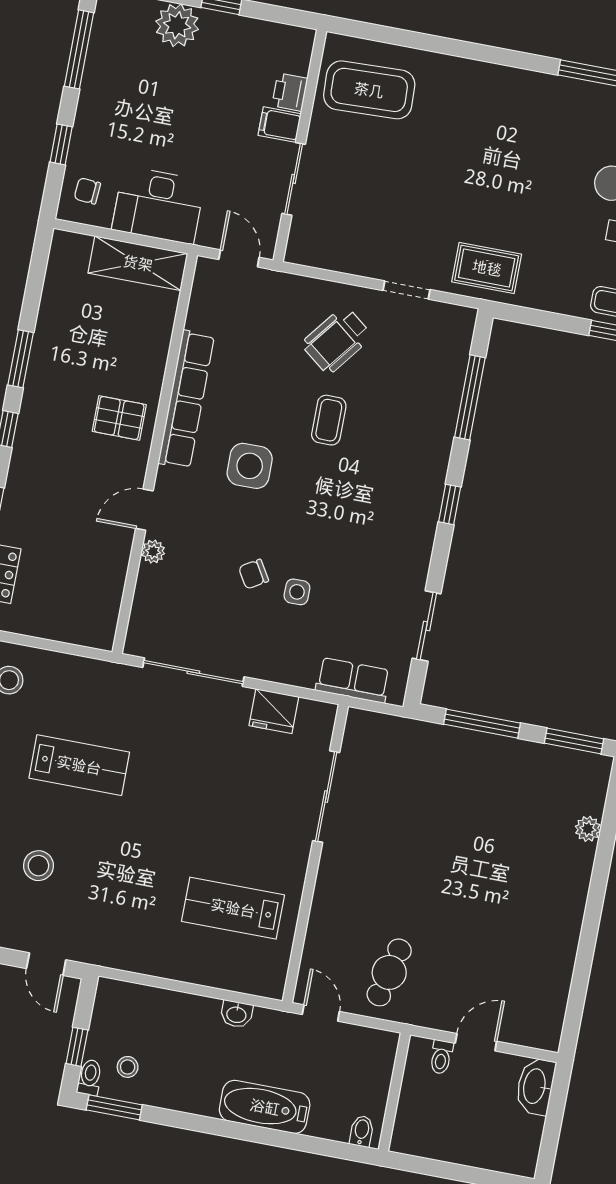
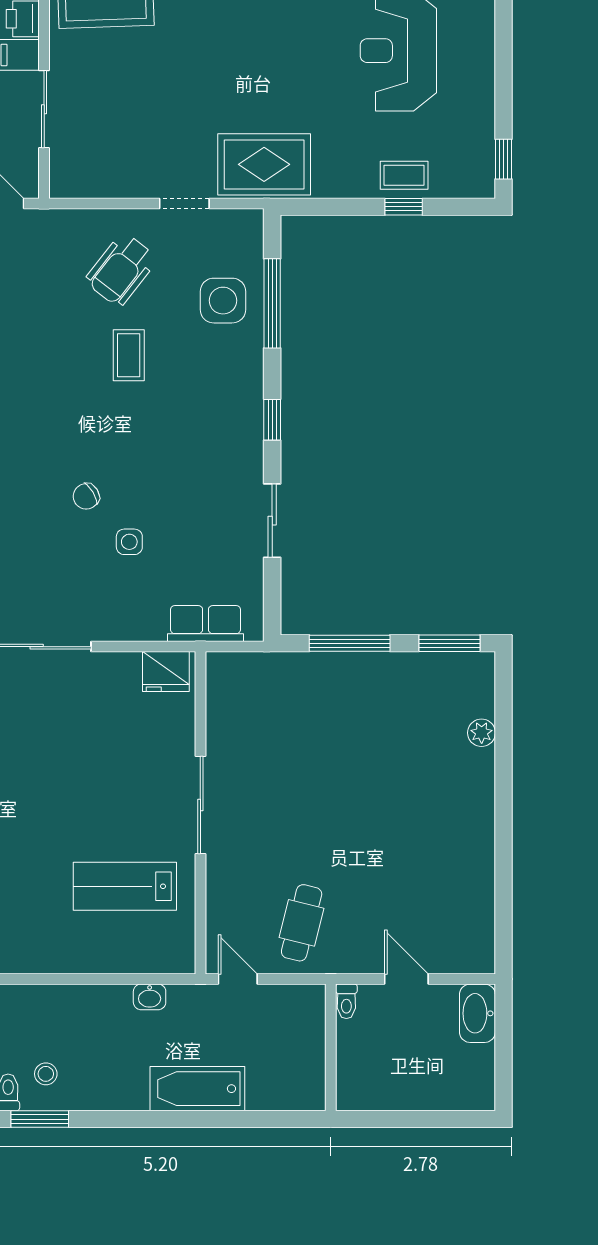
rug: (487, 268) -> (264, 164), width x1.36, depth x1.43
side table: (250, 466) -> (223, 301), moved
chair: (254, 574) -> (86, 496), moved
sliding door: (427, 626) -> (272, 521), moved
fridge: (274, 711) -> (166, 672), moved
sliding door: (326, 797) -> (200, 805), moved
door: (476, 1042) -> (406, 979), hinge flipped
toilet: (441, 1057) -> (346, 1001), moved
bidet: (362, 1131) -> (304, 1095), removed

